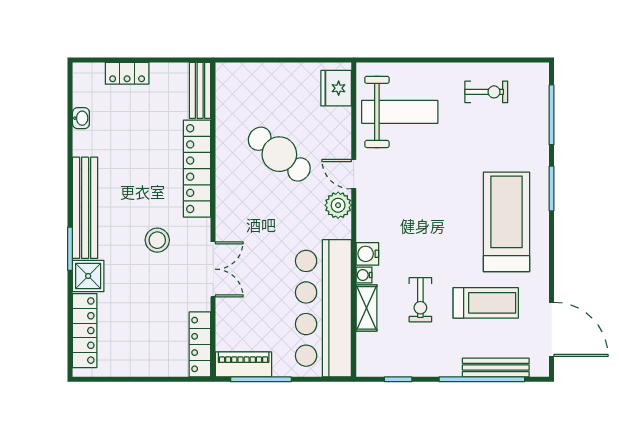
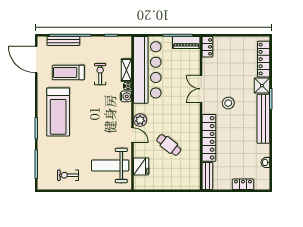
fridge: (336, 88) -> (141, 166), moved
cafe table: (279, 154) -> (169, 145), width x0.73, depth x0.74
locker: (200, 344) -> (207, 47), width x0.66

